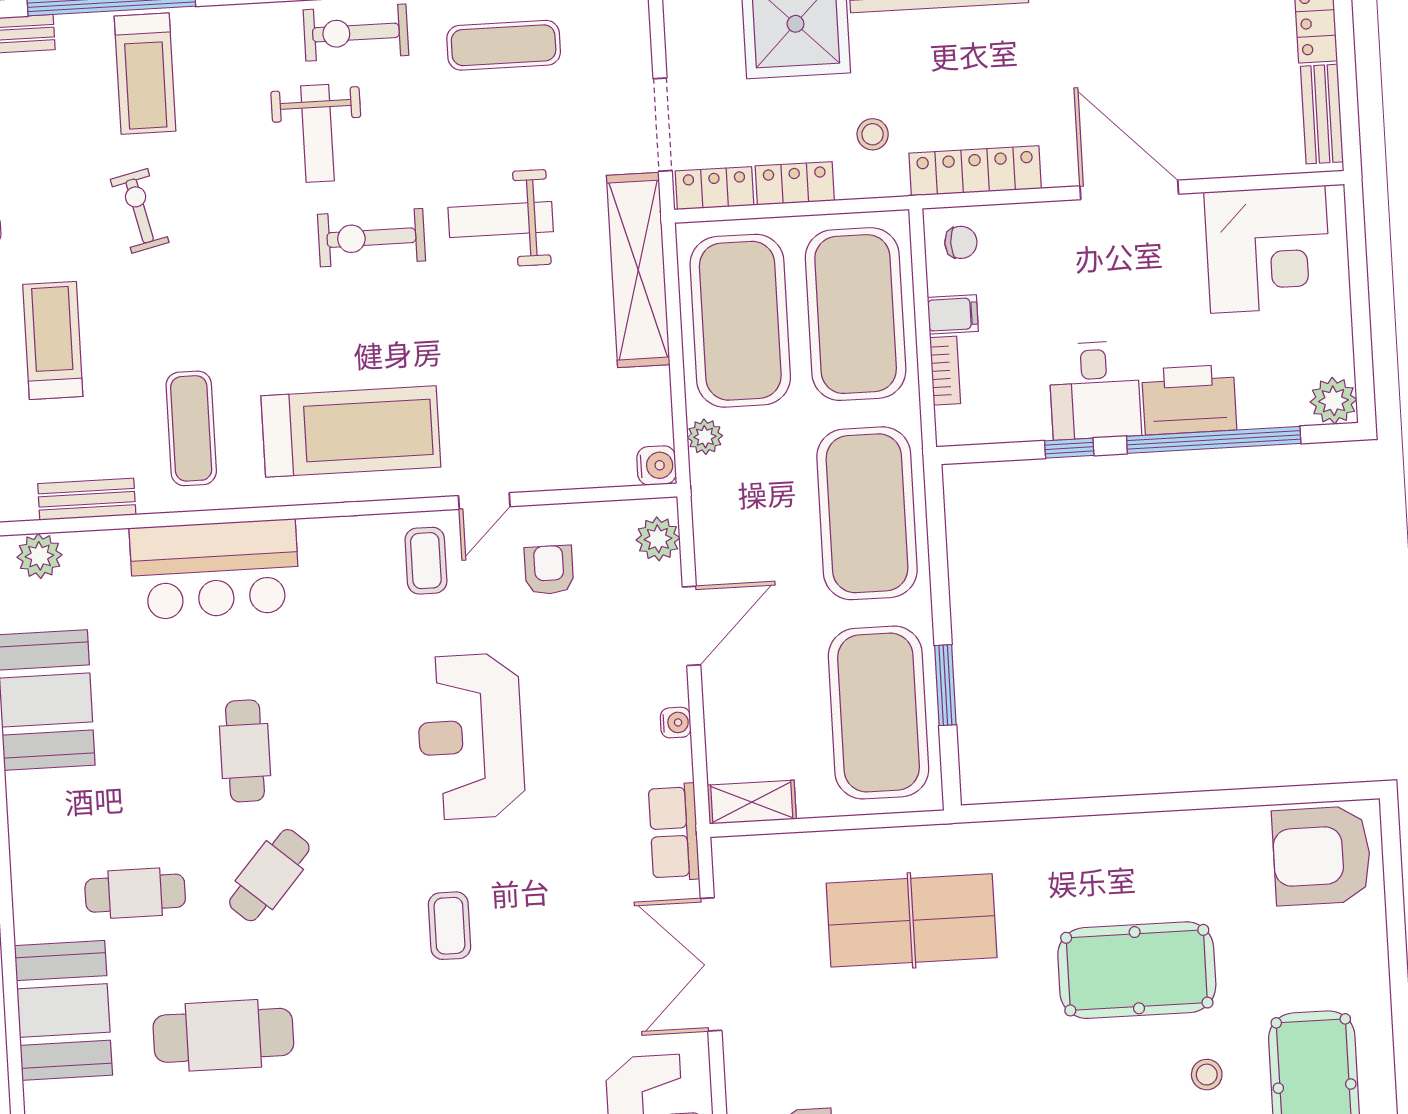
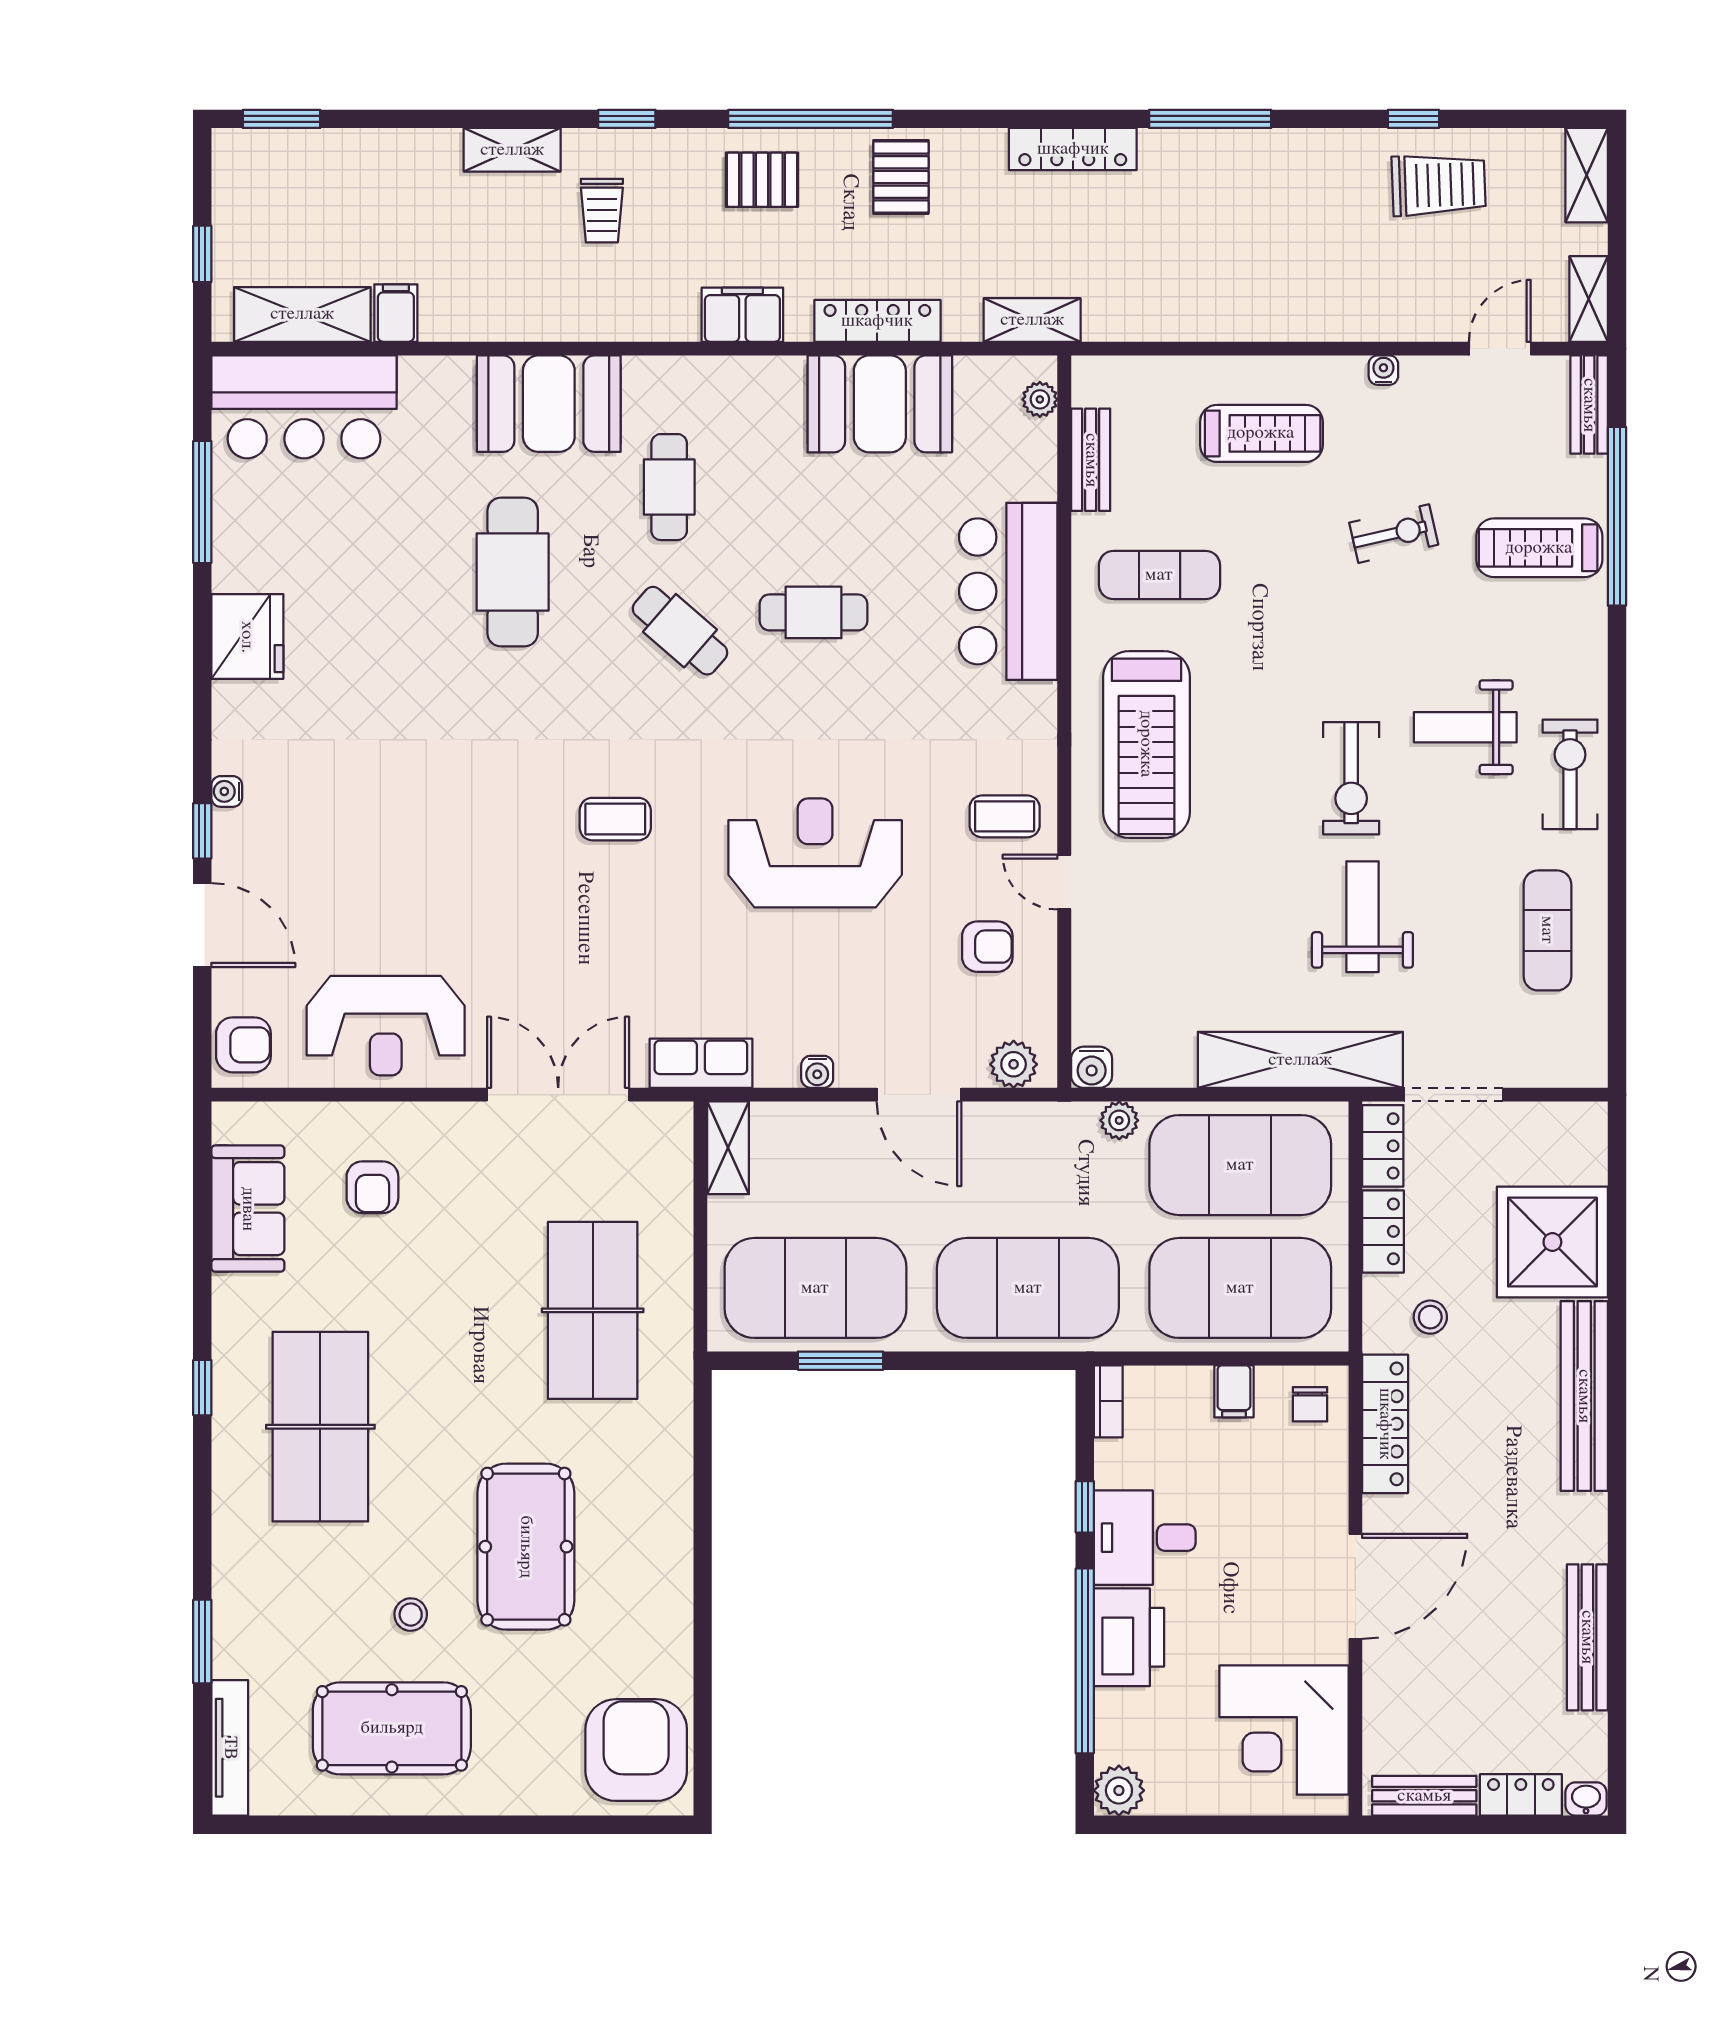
exercise bike: (371, 238) -> (1351, 778), turned 180
bookcase: (945, 371) -> (1108, 1401), moved, turned -90
plant: (39, 556) -> (1040, 399), width x0.73, depth x0.73

